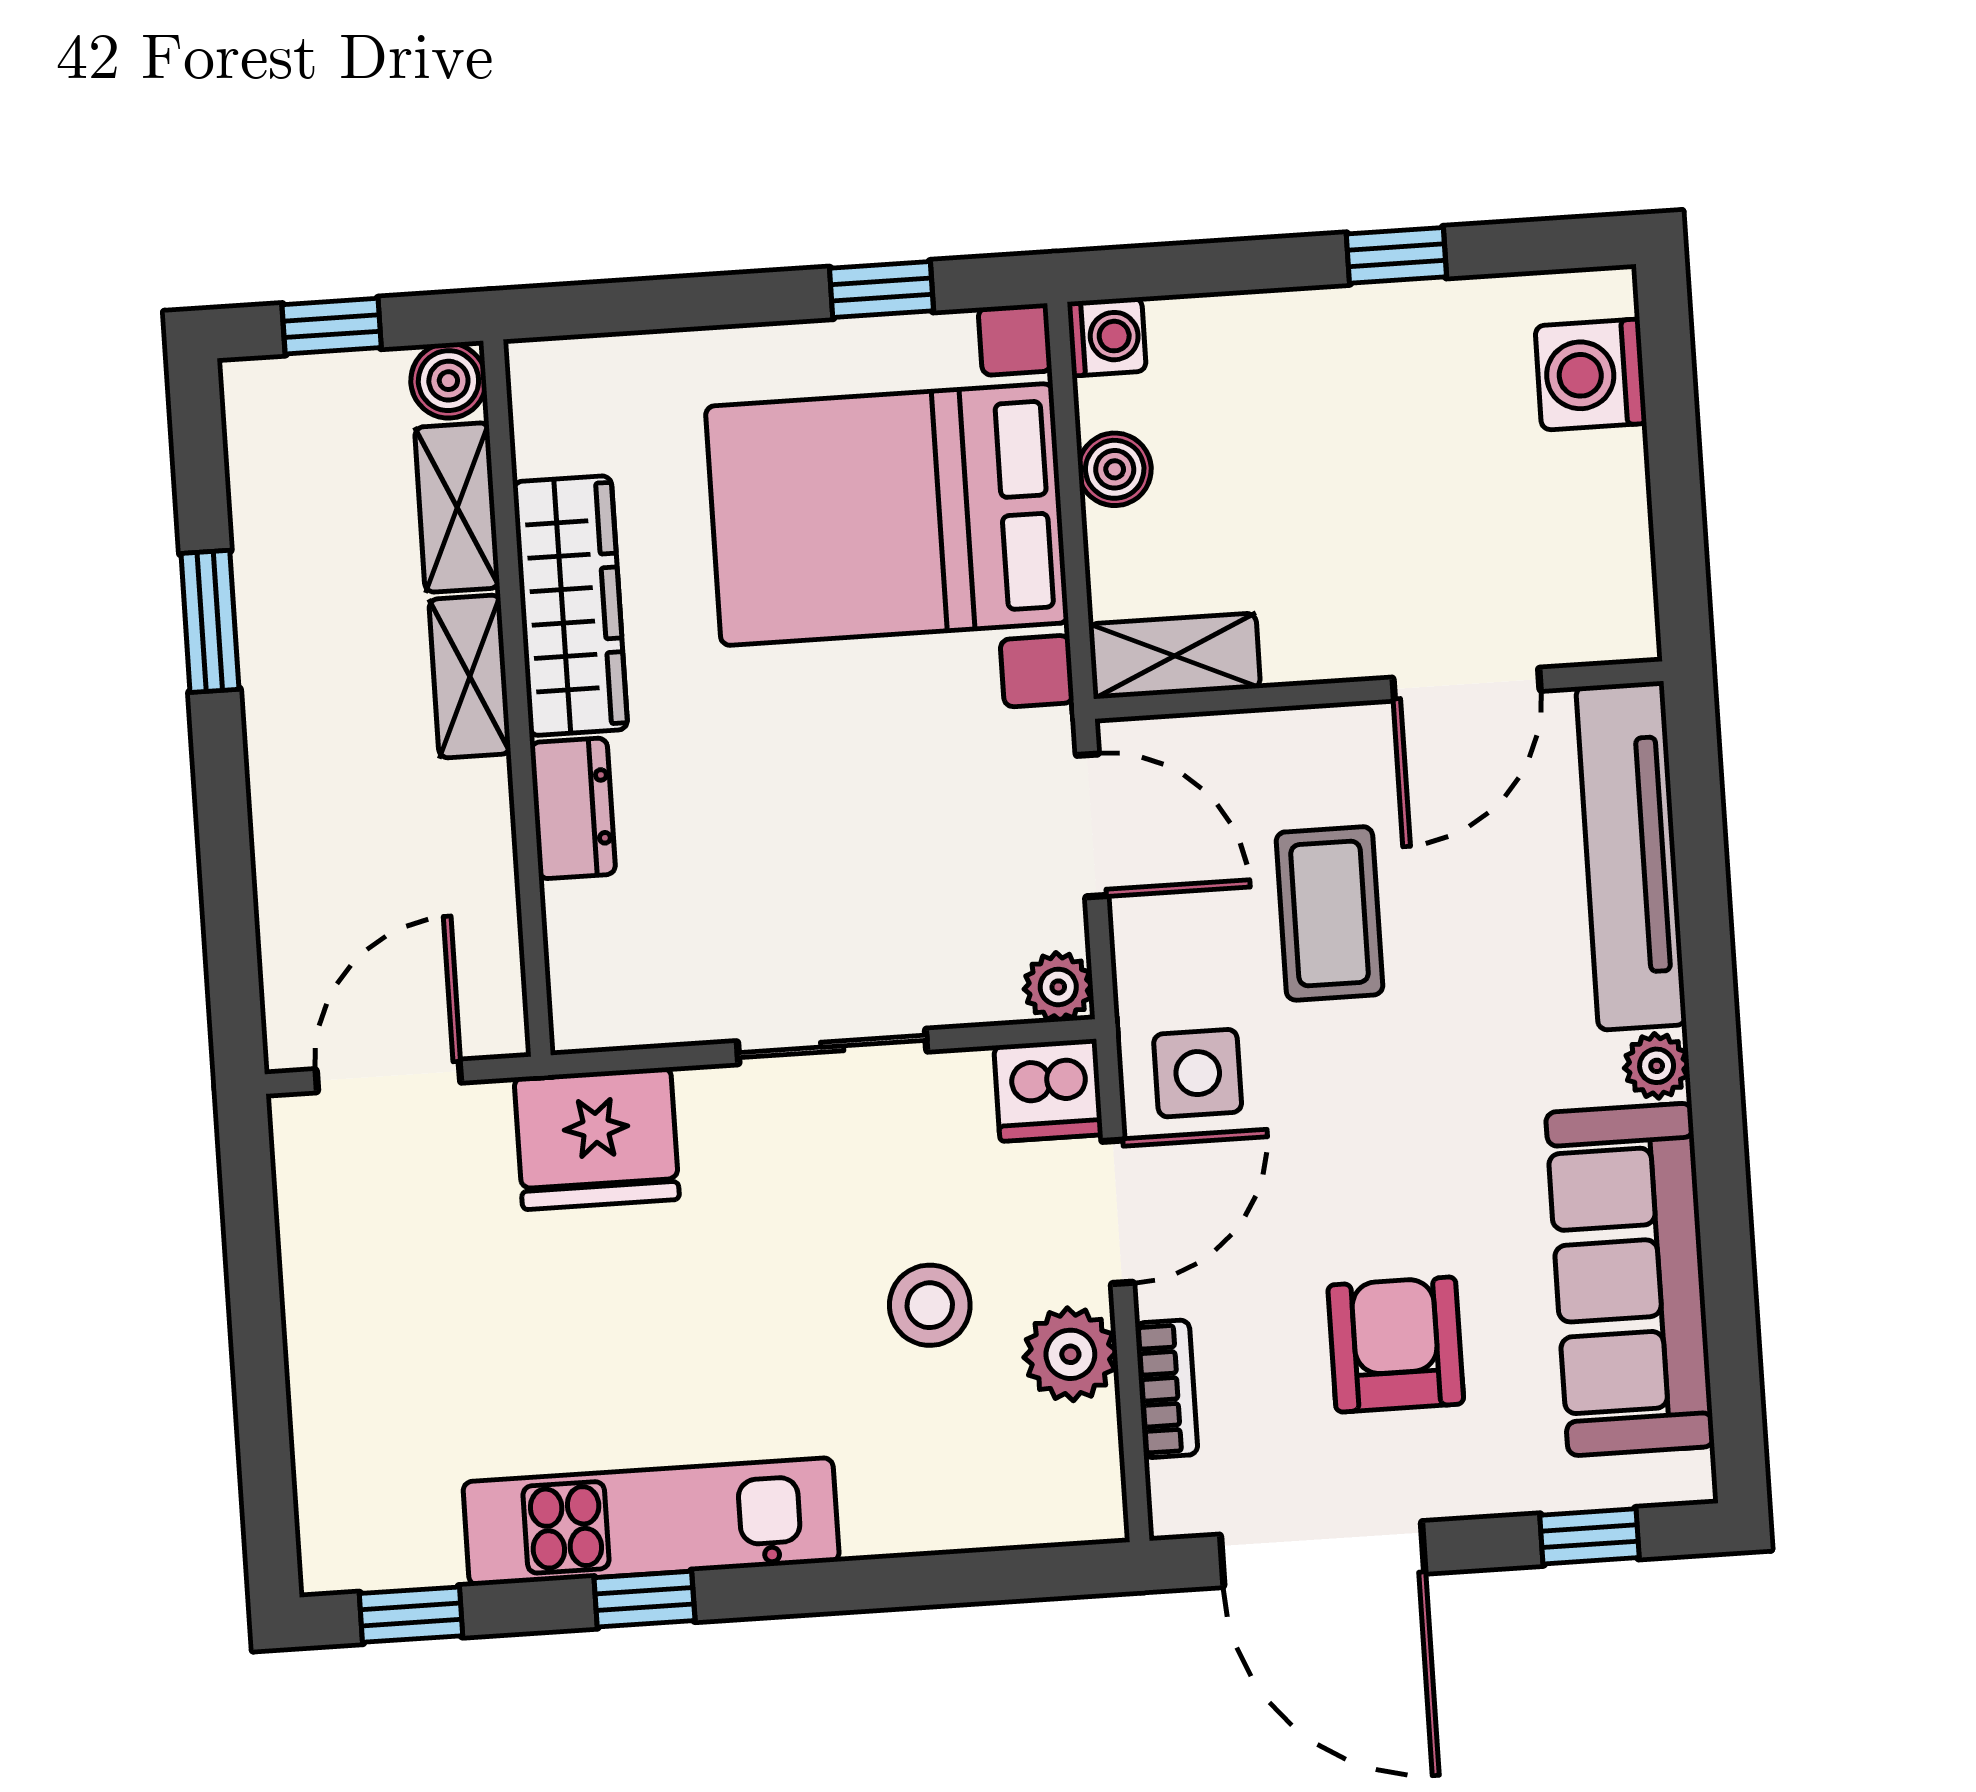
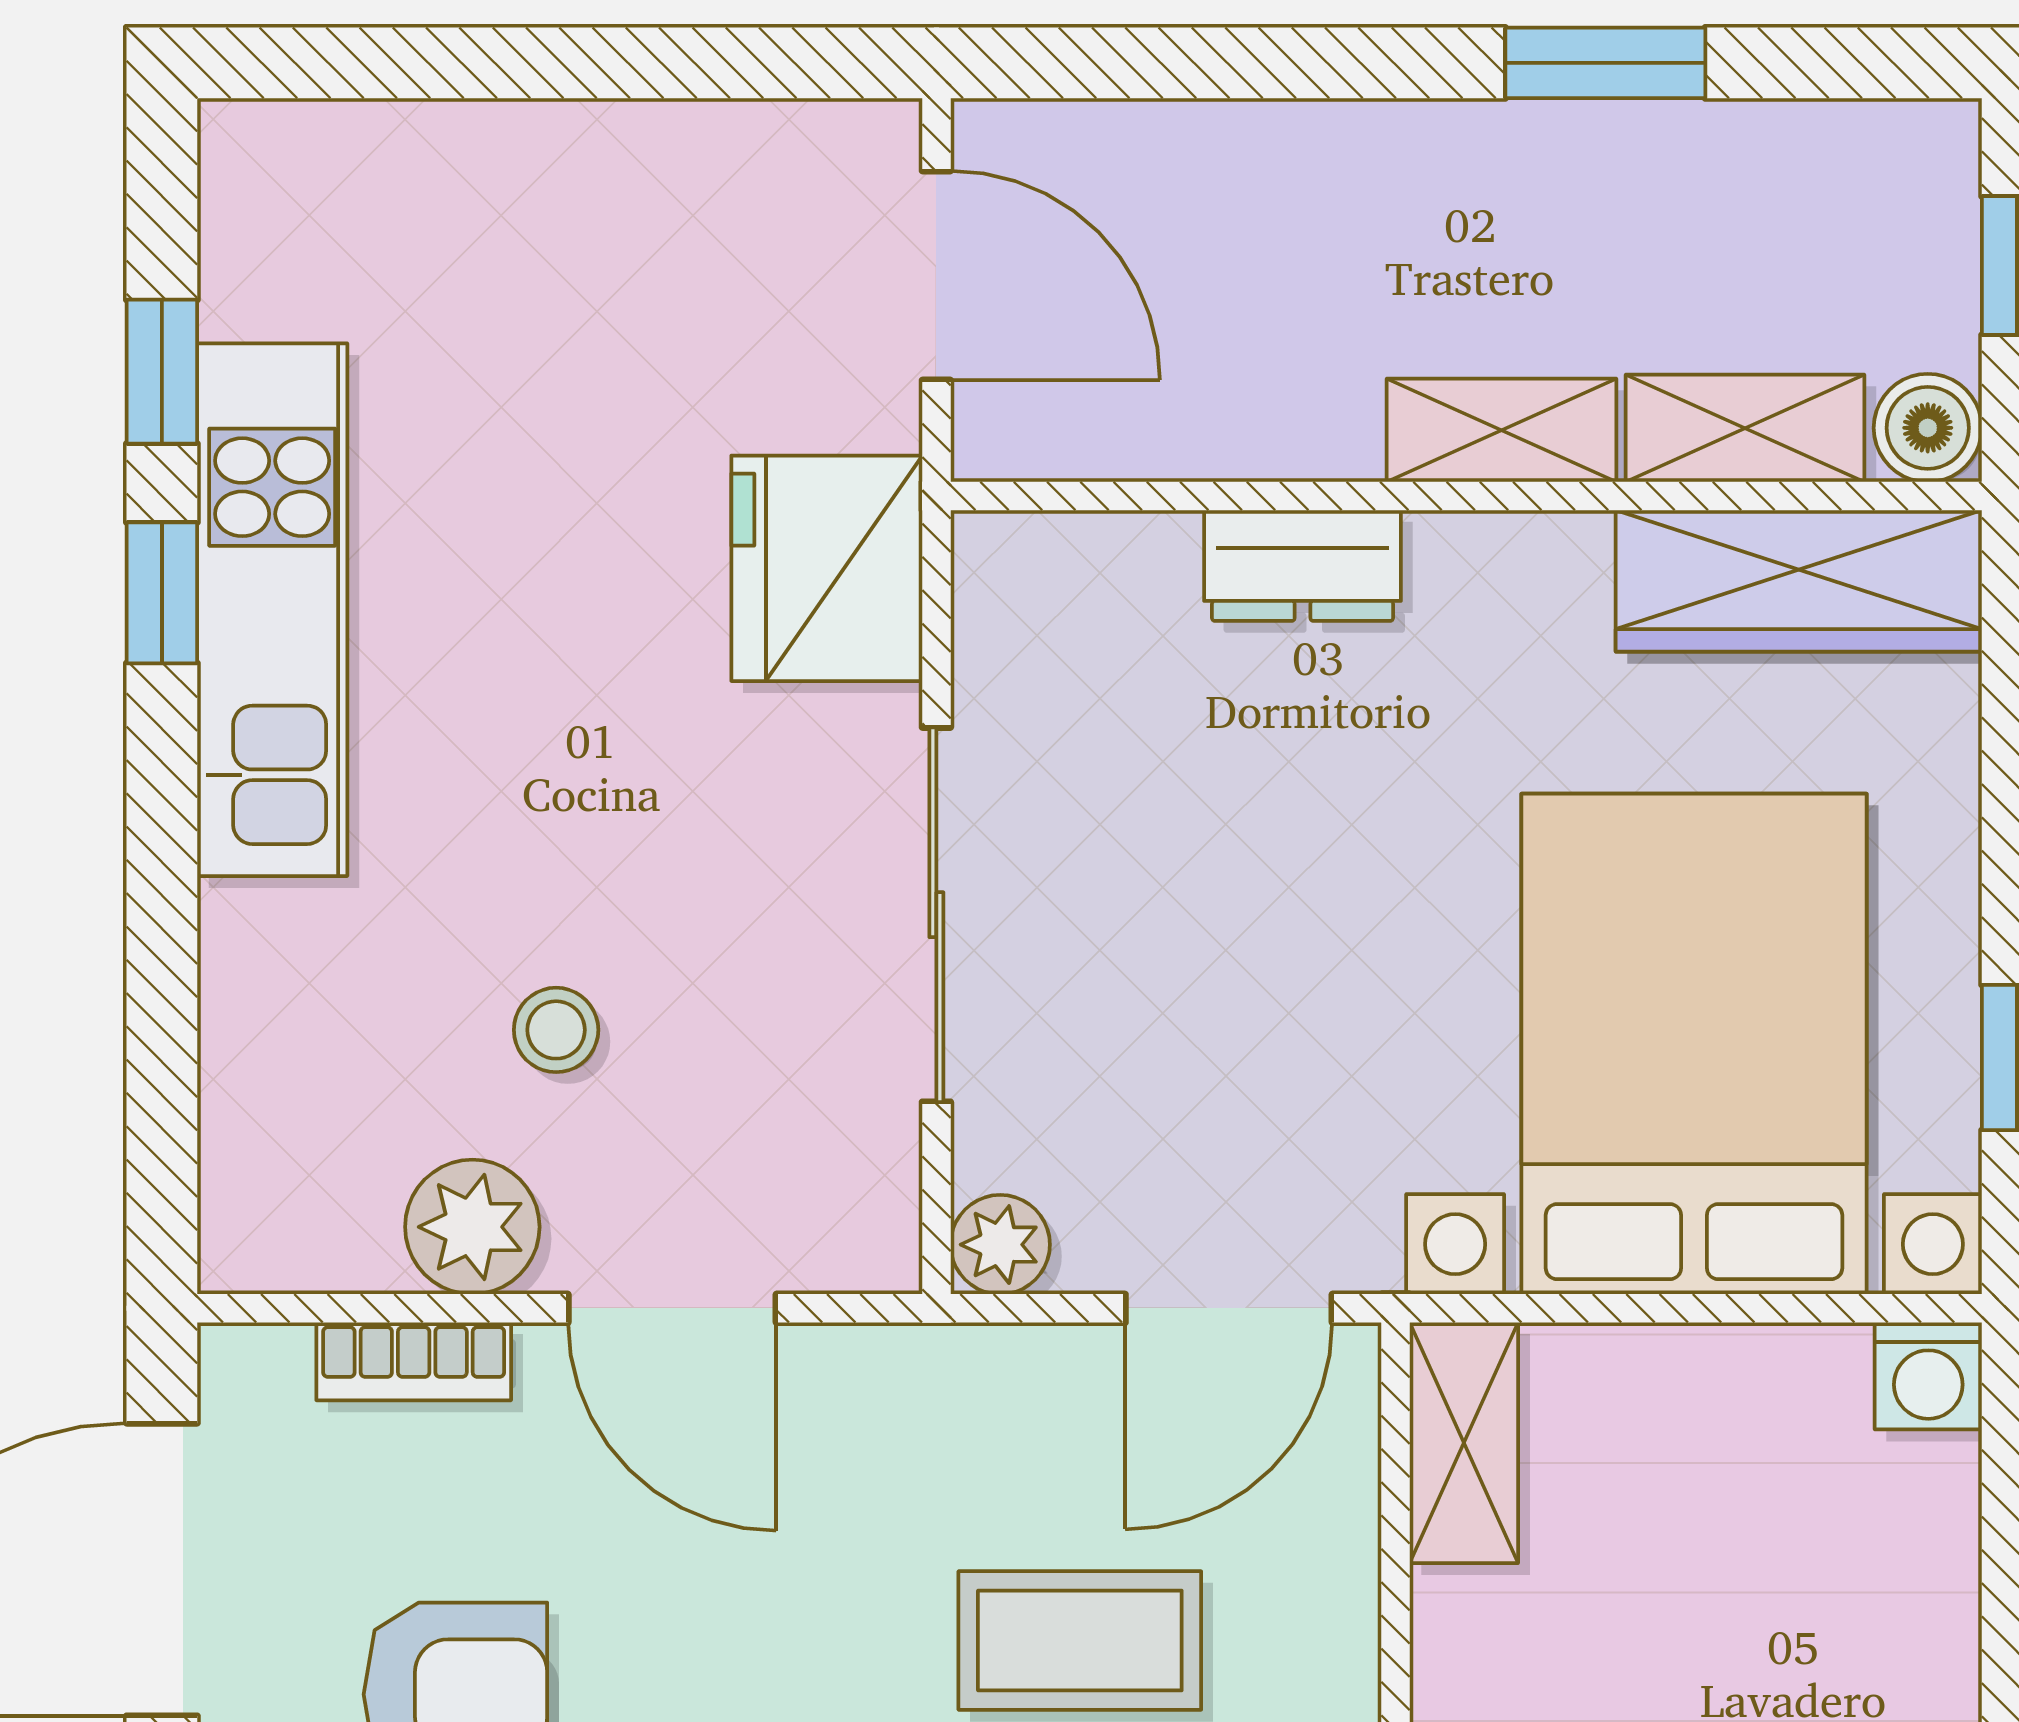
boiler: (1115, 469) -> (1737, 1375), removed
wardrobe: (570, 606) -> (1799, 581), moved
sliding door: (832, 1046) -> (936, 915), width x1.37
side table: (1198, 1073) -> (863, 1436), removed
dishwasher: (1048, 1090) -> (853, 1220), removed
stool: (930, 1305) -> (556, 1030), width x0.73, depth x0.73
window: (411, 1615) -> (162, 372), moved

